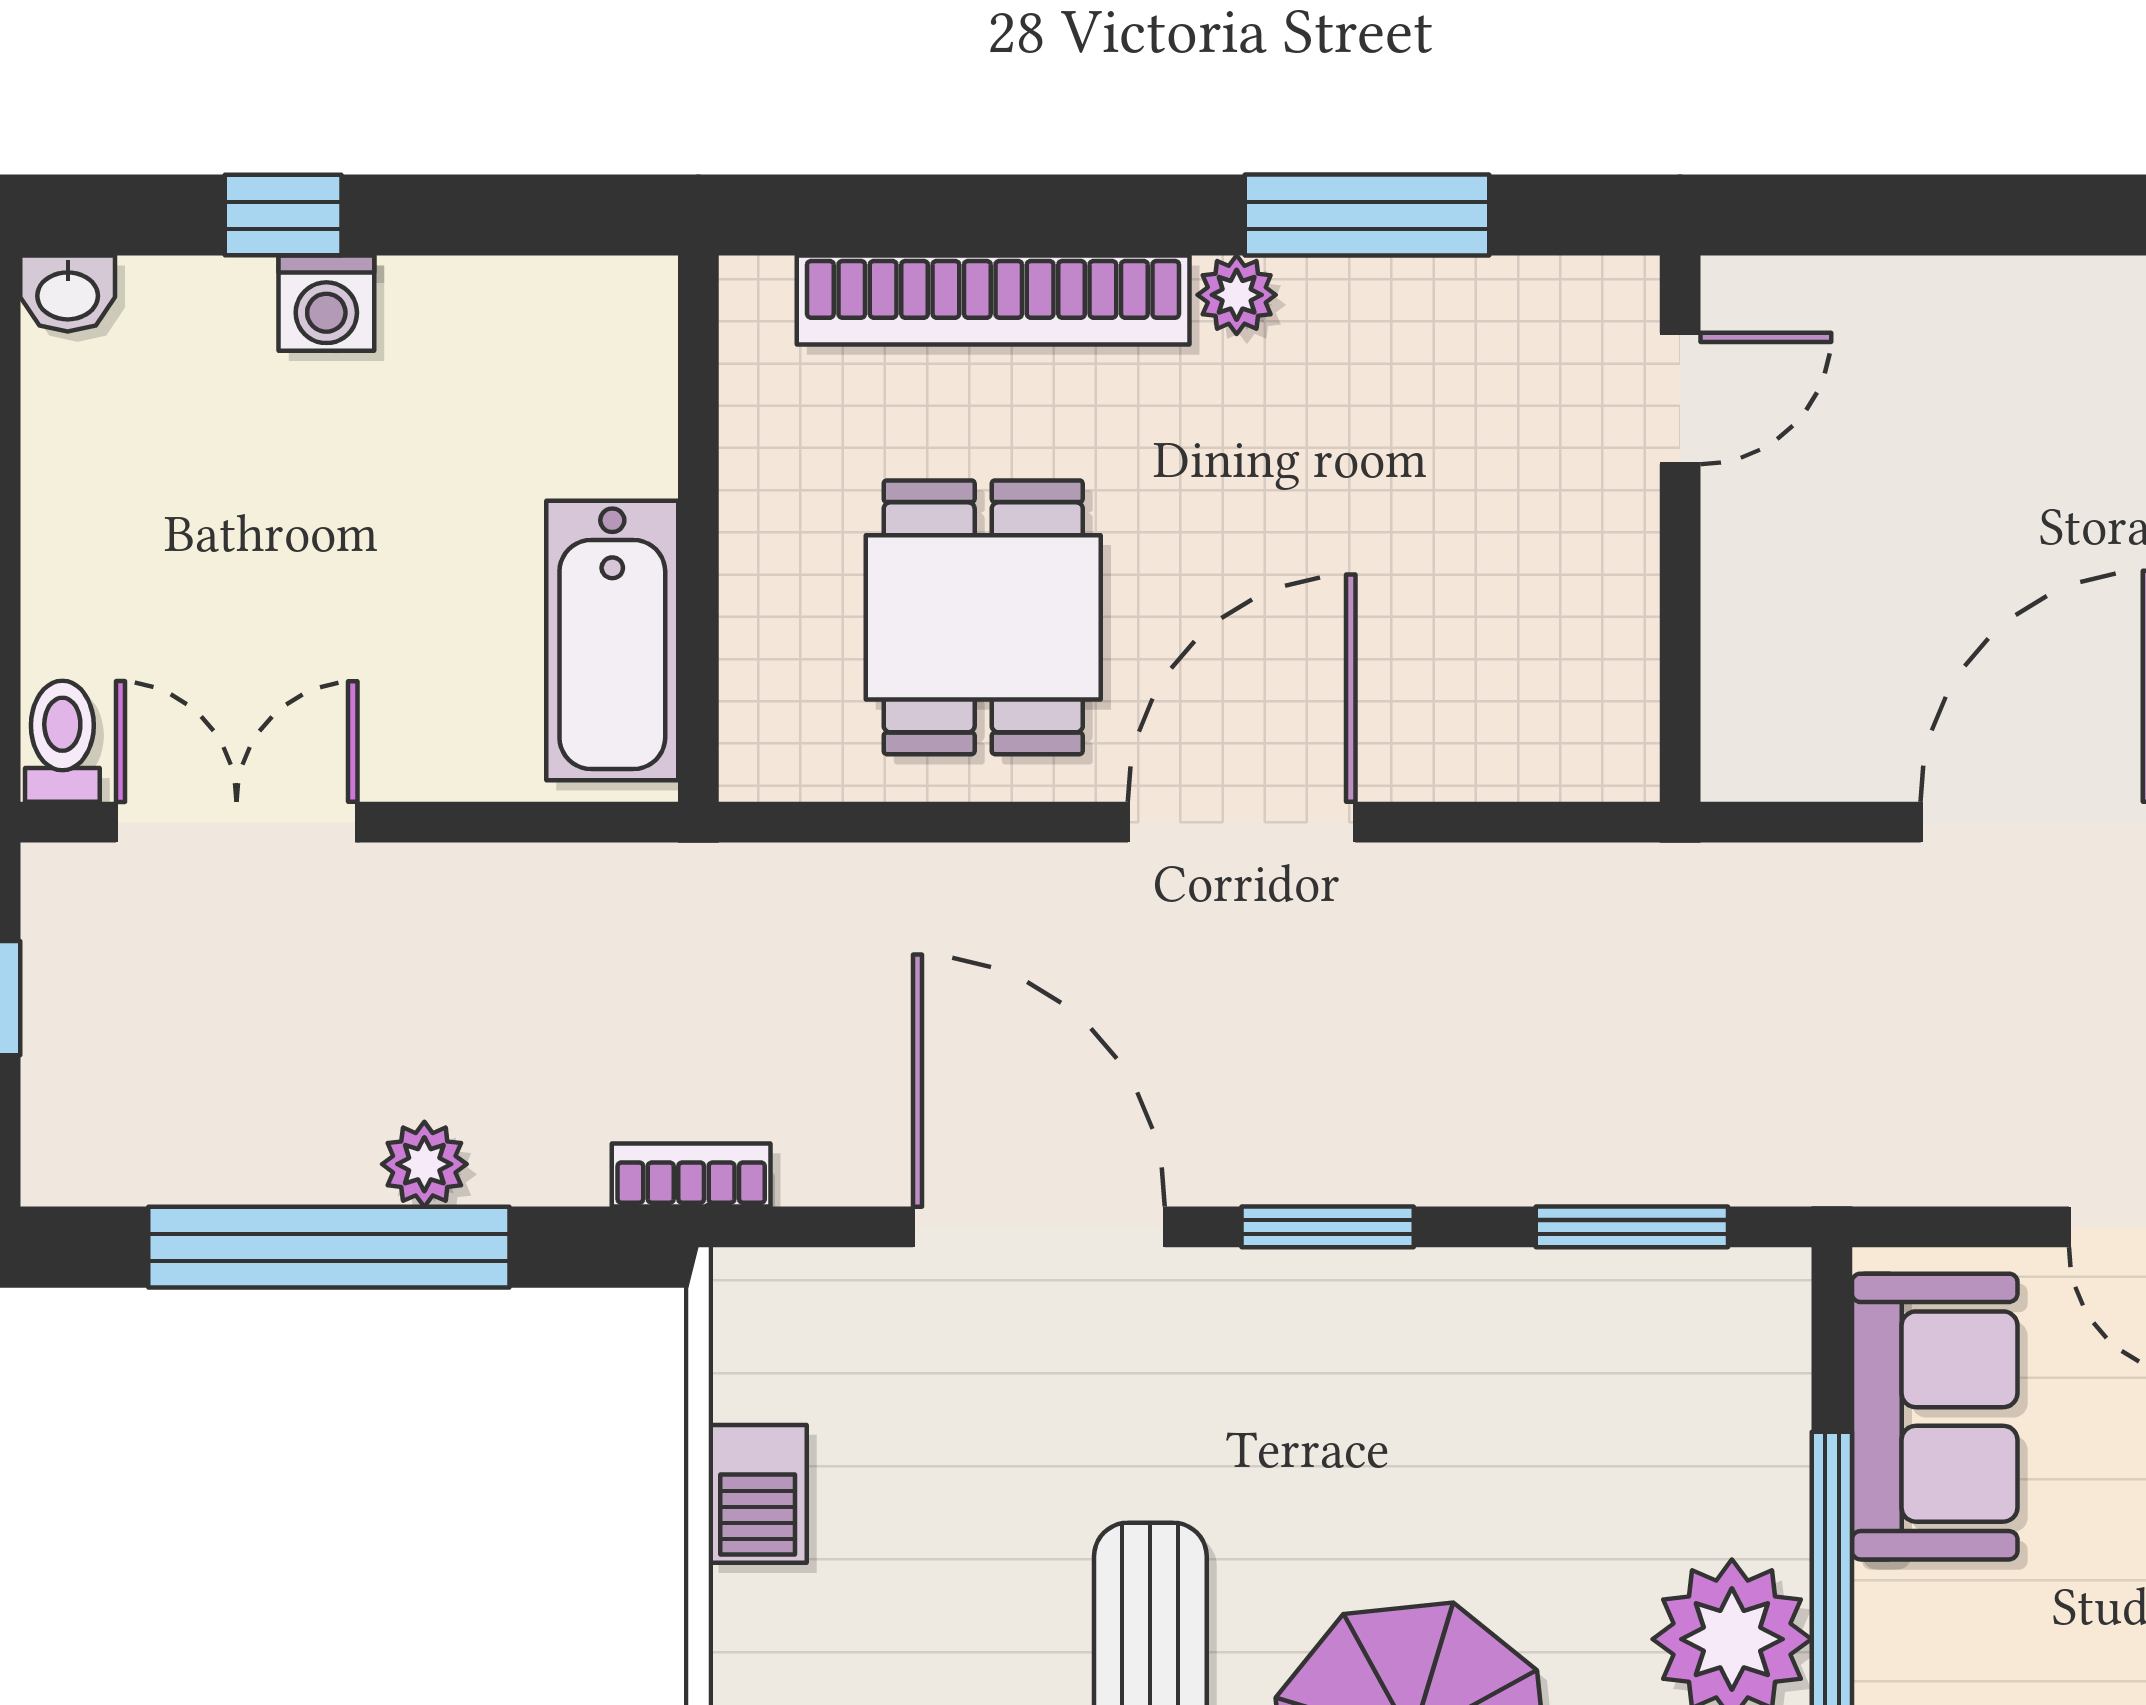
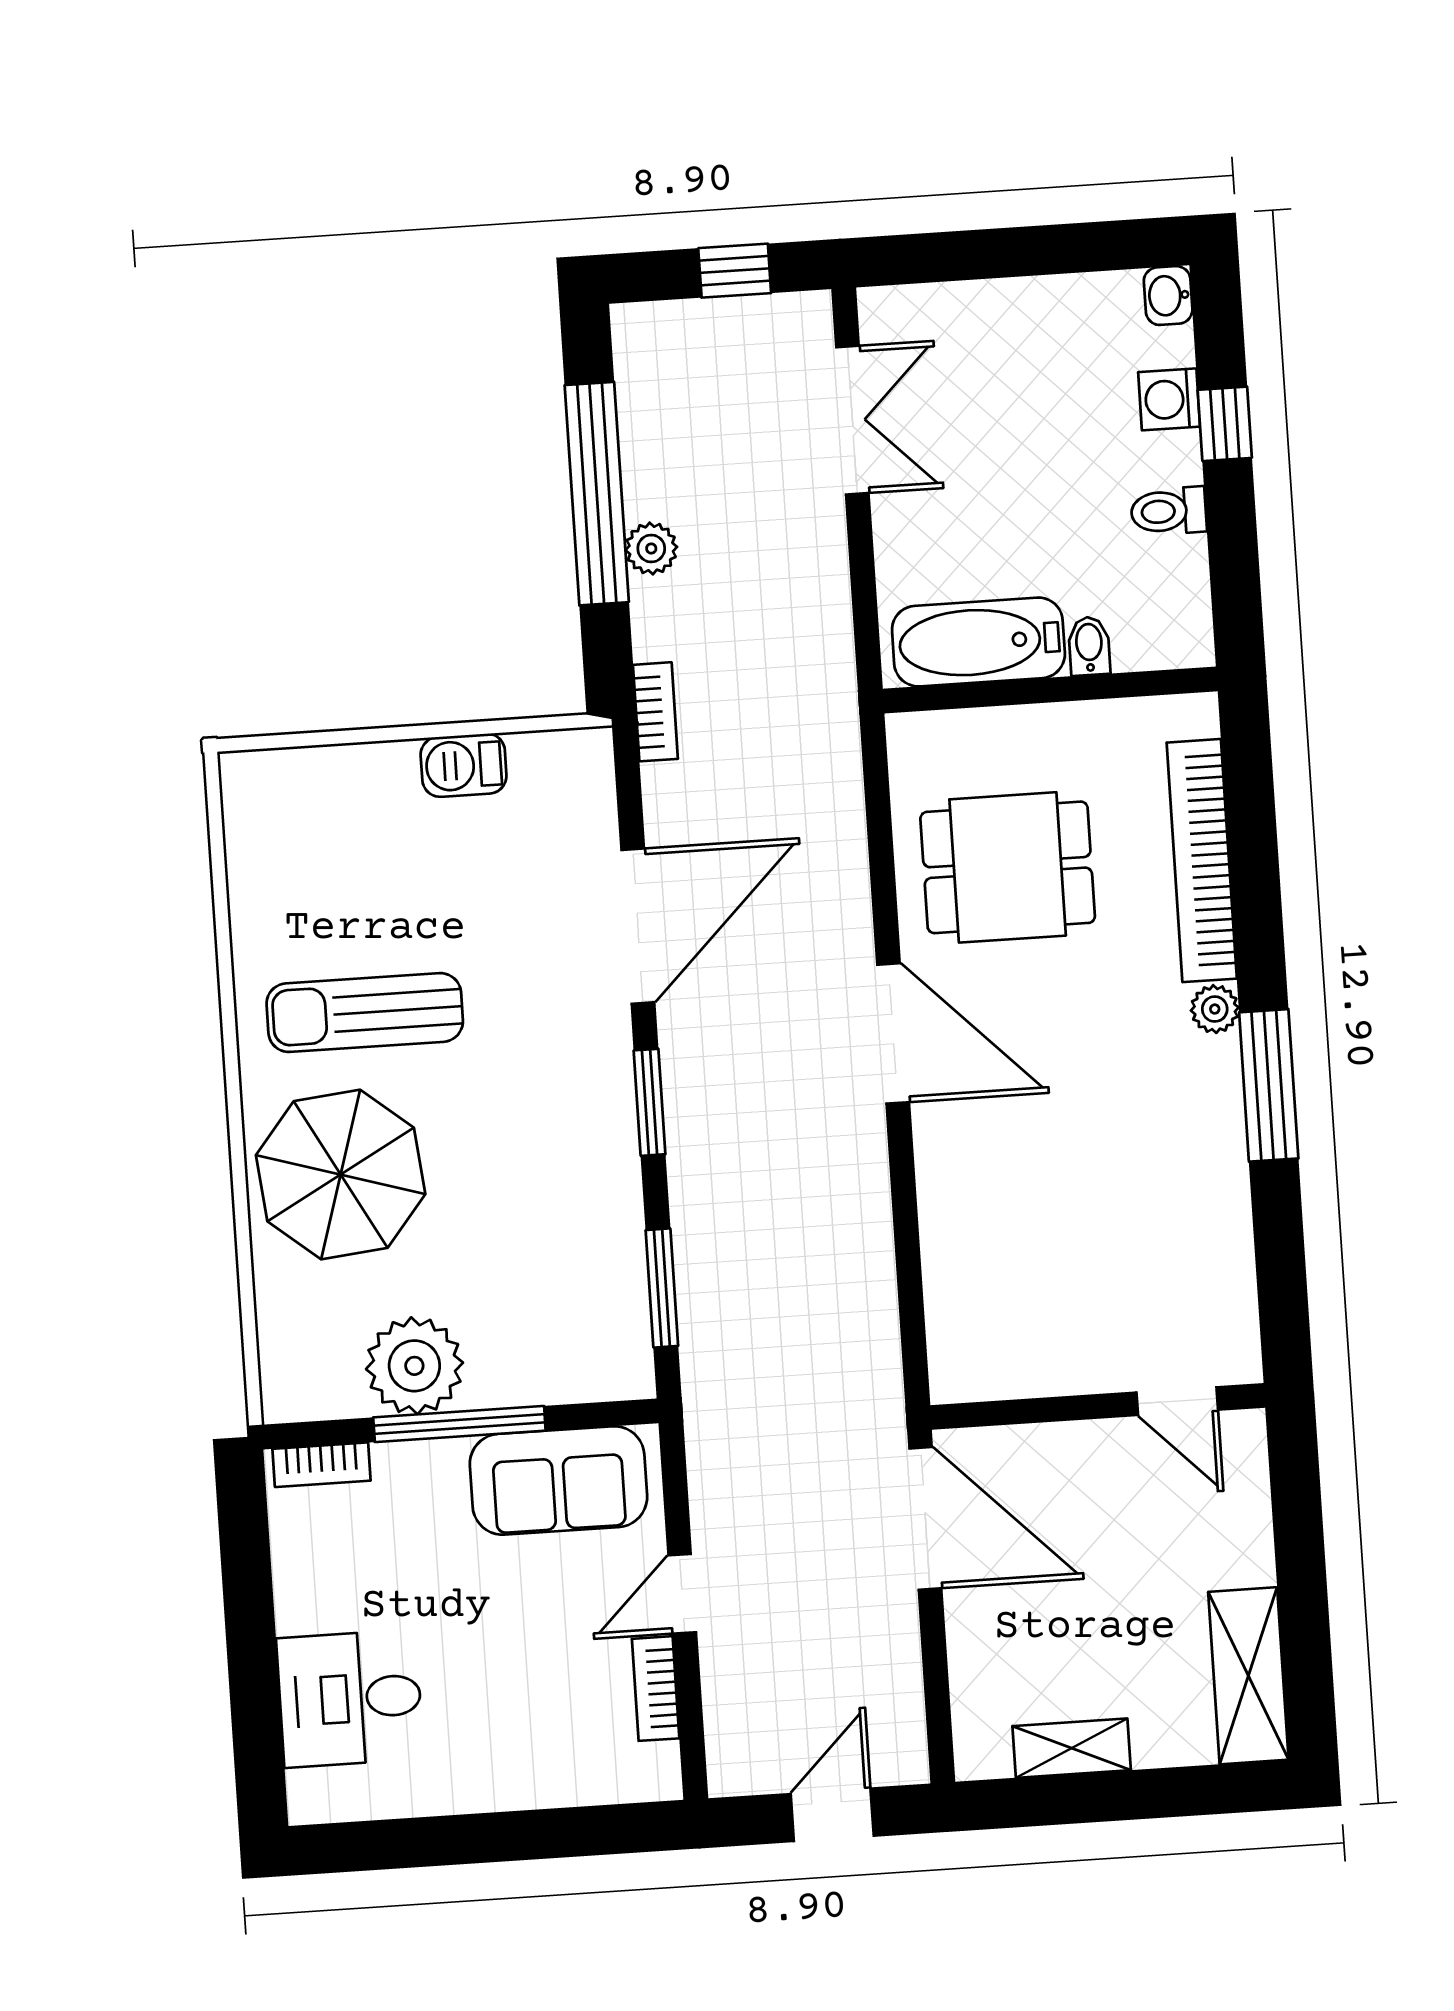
washing machine: (326, 303) -> (1169, 399), moved
door: (1680, 398) -> (1177, 1401), moved
bidet: (631, 460) -> (1089, 646), added
wall: (1680, 529) -> (1098, 1406), moved
toilet: (62, 741) -> (1169, 511), moved, turned 180

